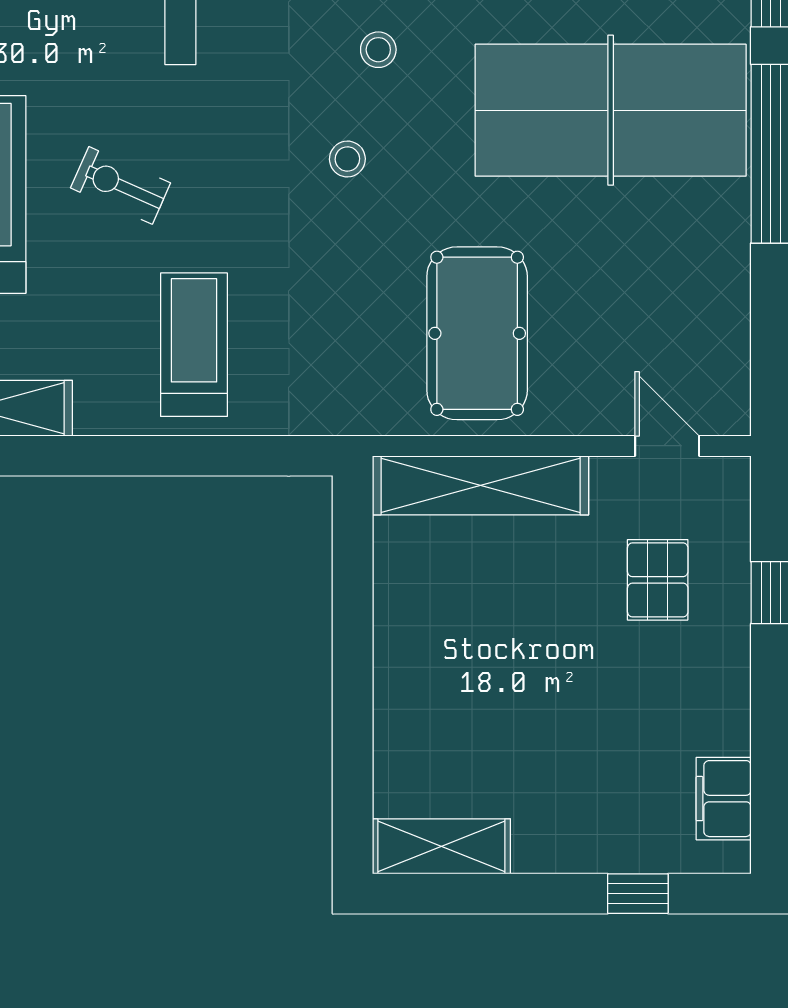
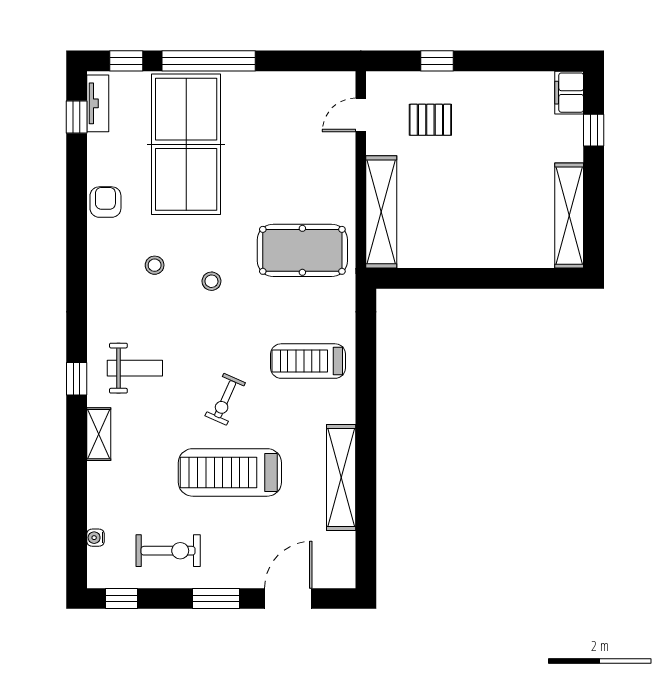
pool table: (477, 333) -> (302, 250), moved
filing cabinet: (724, 799) -> (569, 93), moved, turned 90
shelving: (441, 846) -> (569, 216), width x1.47

